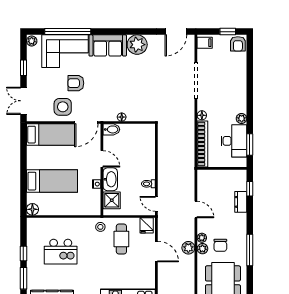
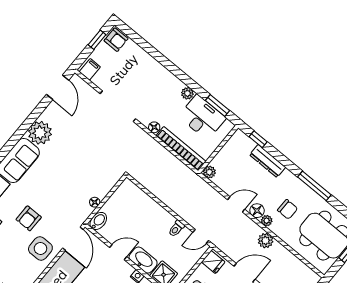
dresser: (241, 202) -> (268, 161), width x1.44
floor lamp: (203, 226) -> (257, 211), added
plant: (202, 249) -> (209, 172), moved

